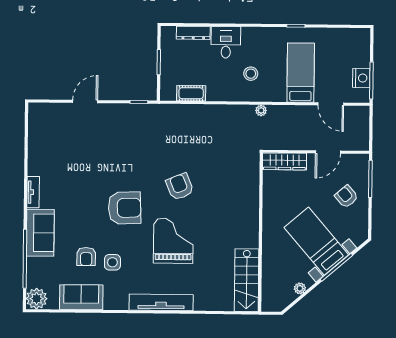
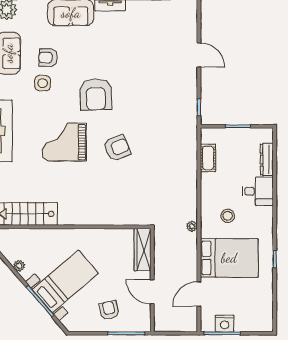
bed: (301, 73) -> (229, 258), width x1.50
armchair: (346, 197) -> (109, 310), turned -62
grand piano: (173, 241) -> (64, 142), turned 180

